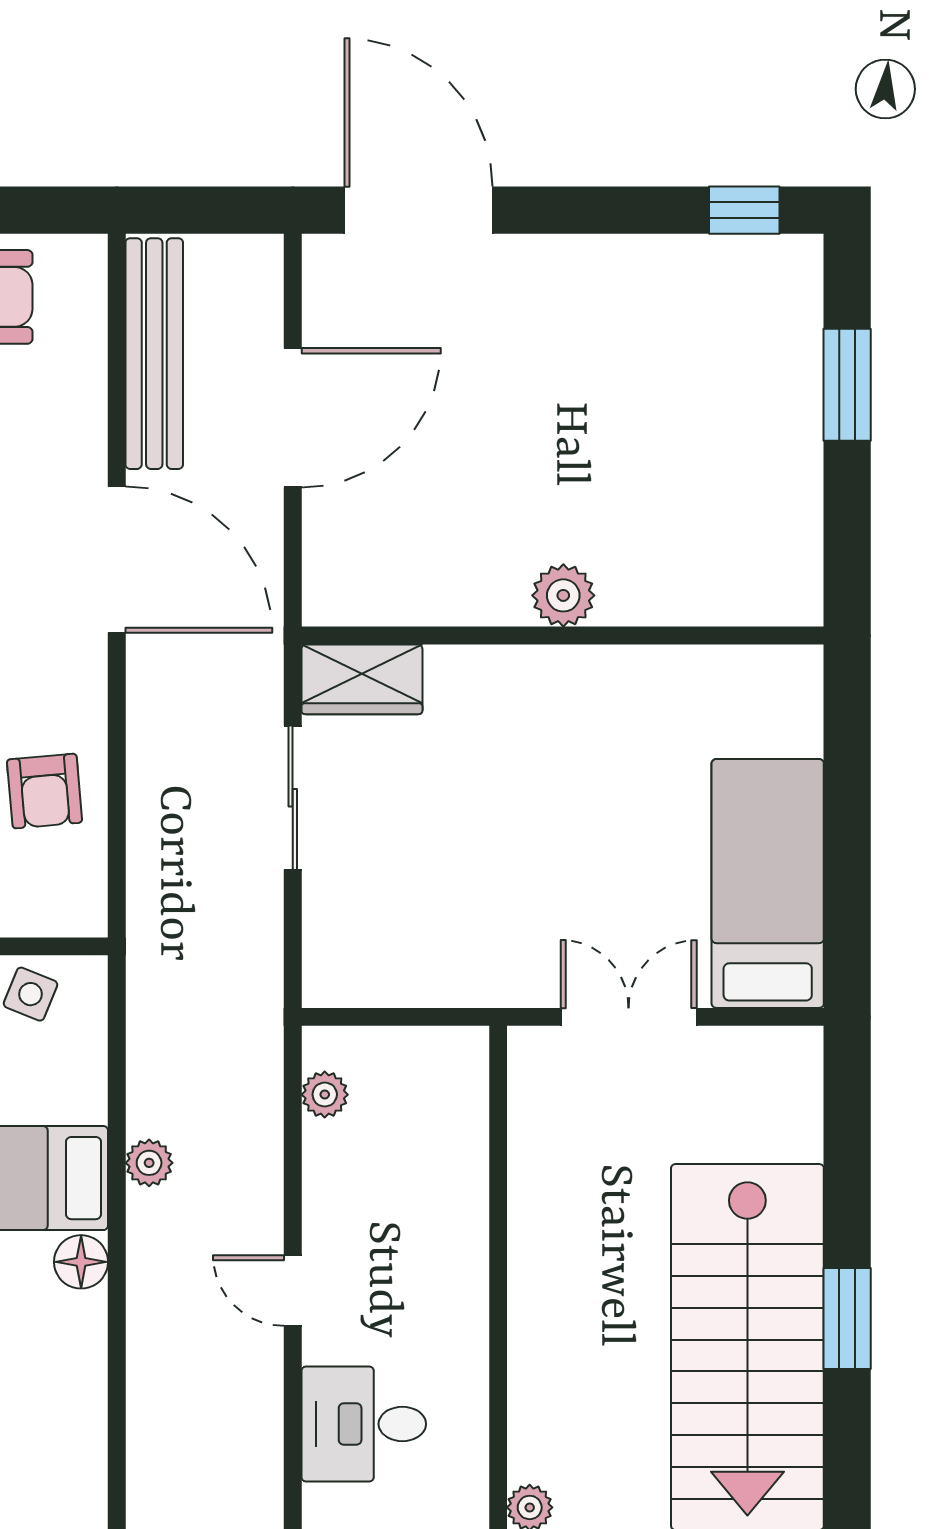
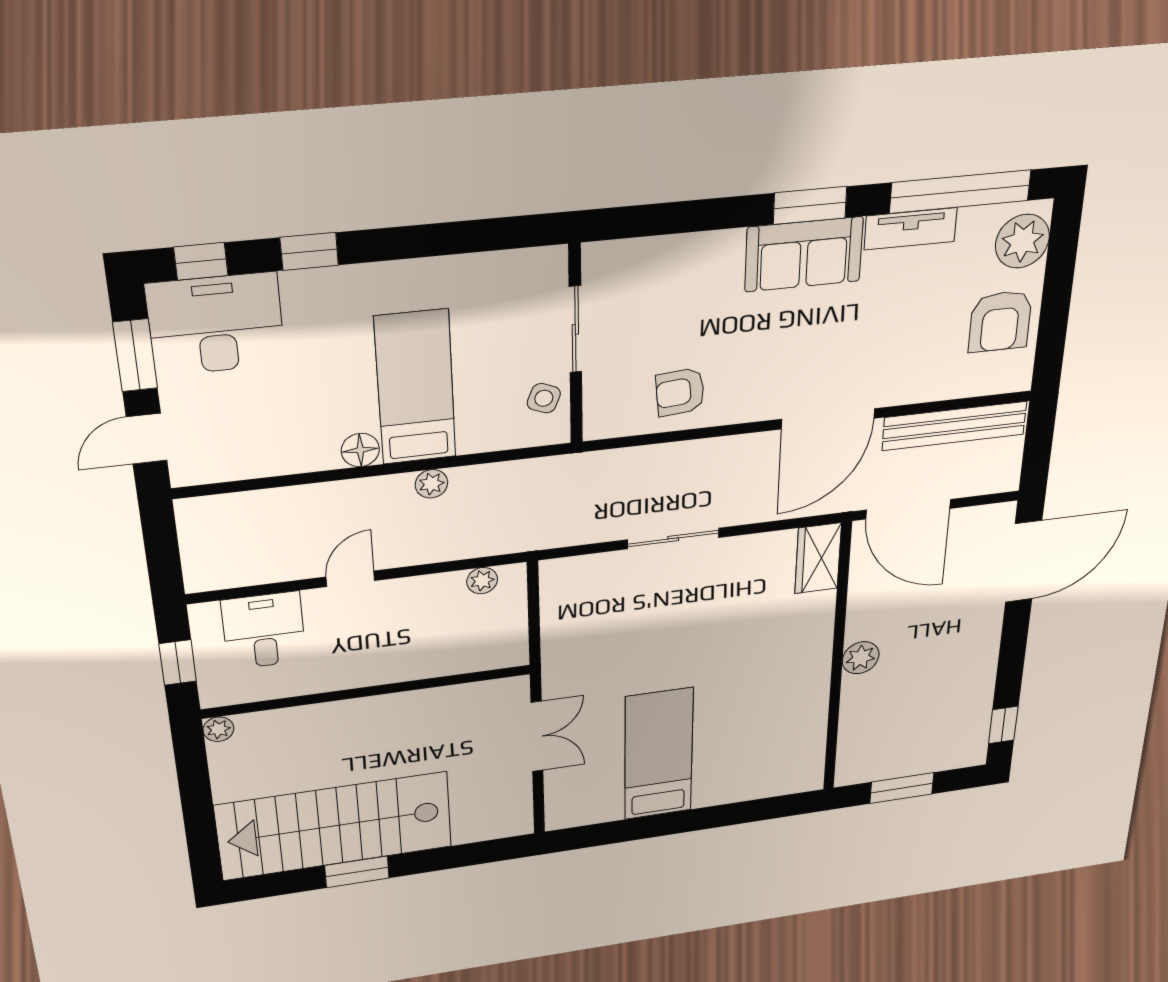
plant: (563, 595) -> (861, 658), moved
wall: (563, 635) -> (837, 661), moved
wardrobe: (362, 679) -> (818, 558), moved
bed: (768, 883) -> (659, 754), moved, turned -90

